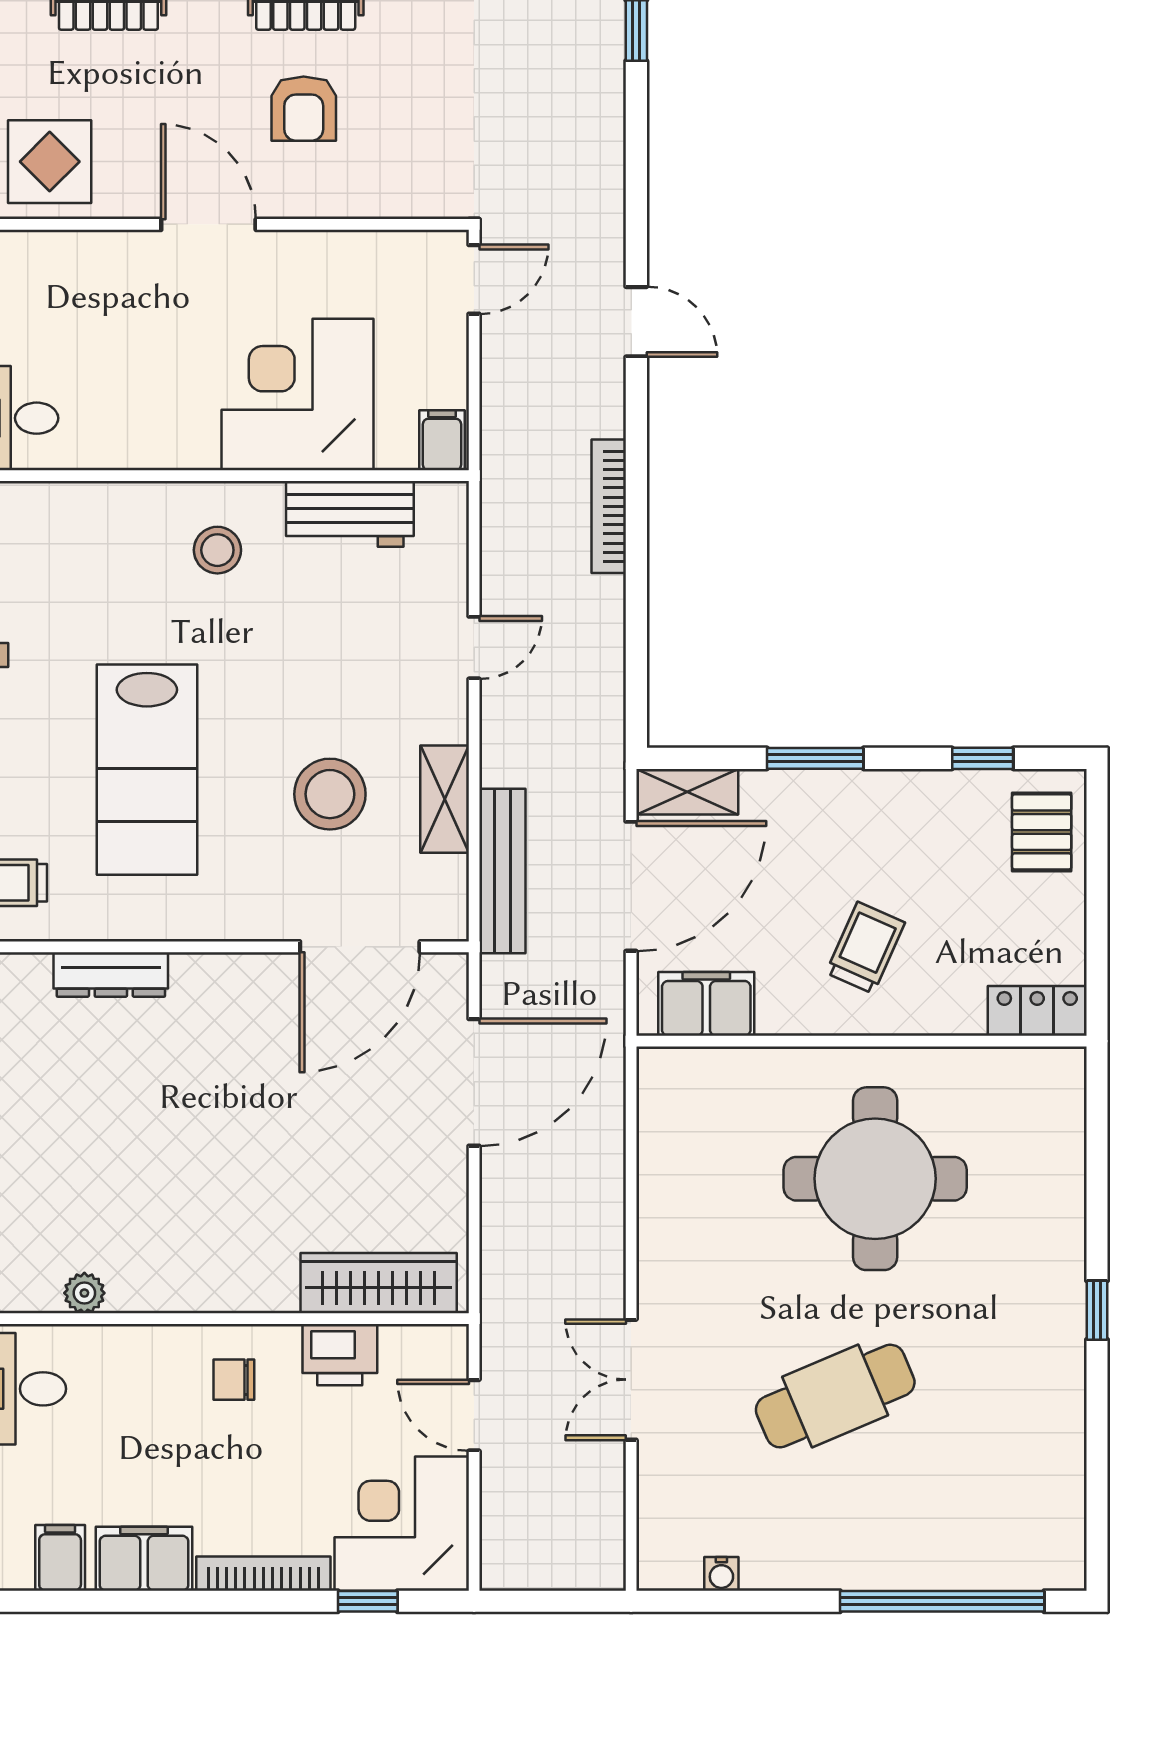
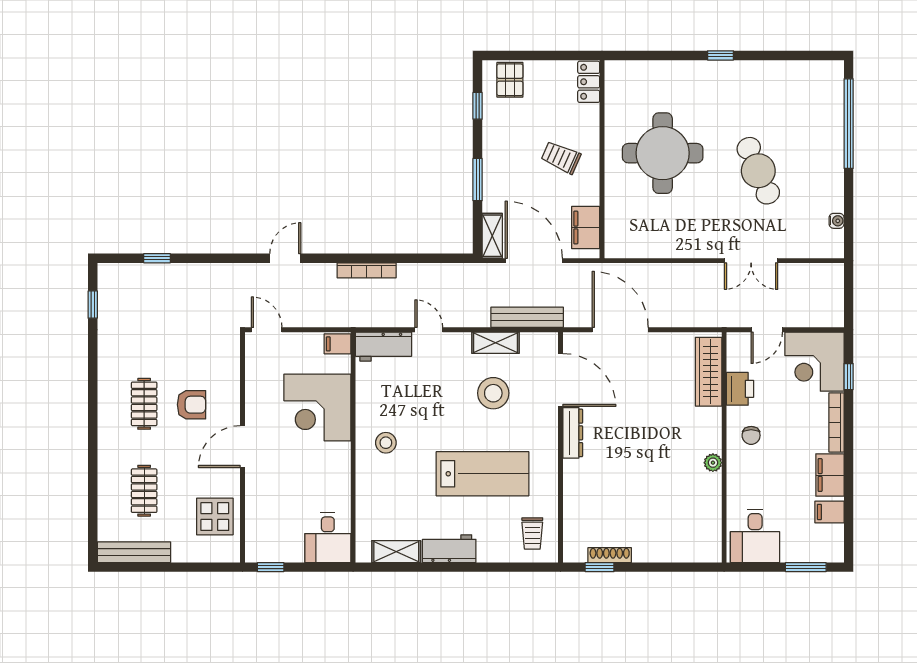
workbench: (350, 514) -> (383, 347), moved, turned 90
pallet: (1042, 832) -> (510, 80), turned 90
dresser: (111, 974) -> (573, 433), moved
plant: (84, 1293) -> (713, 463), moved

